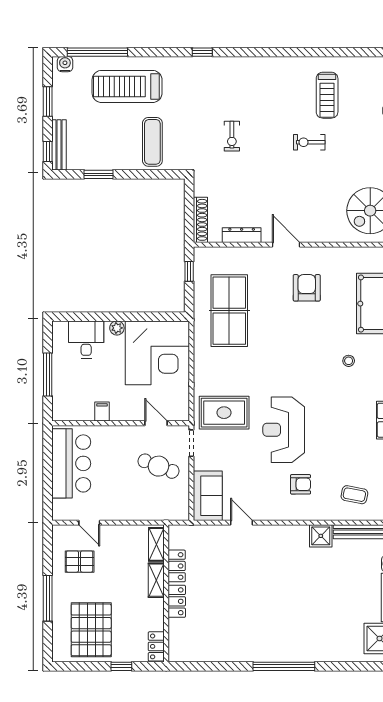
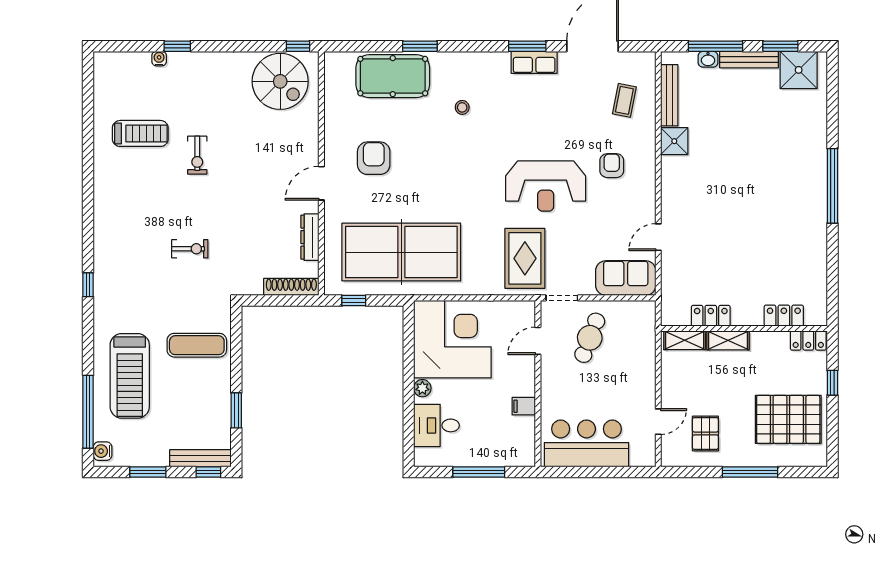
armchair: (307, 288) -> (374, 158), turned 90
table tennis table: (229, 311) -> (401, 252), width x1.36, depth x1.32
locker: (177, 601) -> (784, 316), moved

